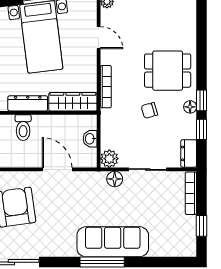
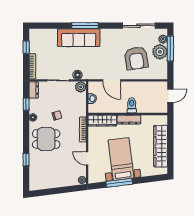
window: (202, 100) -> (26, 160), moved

